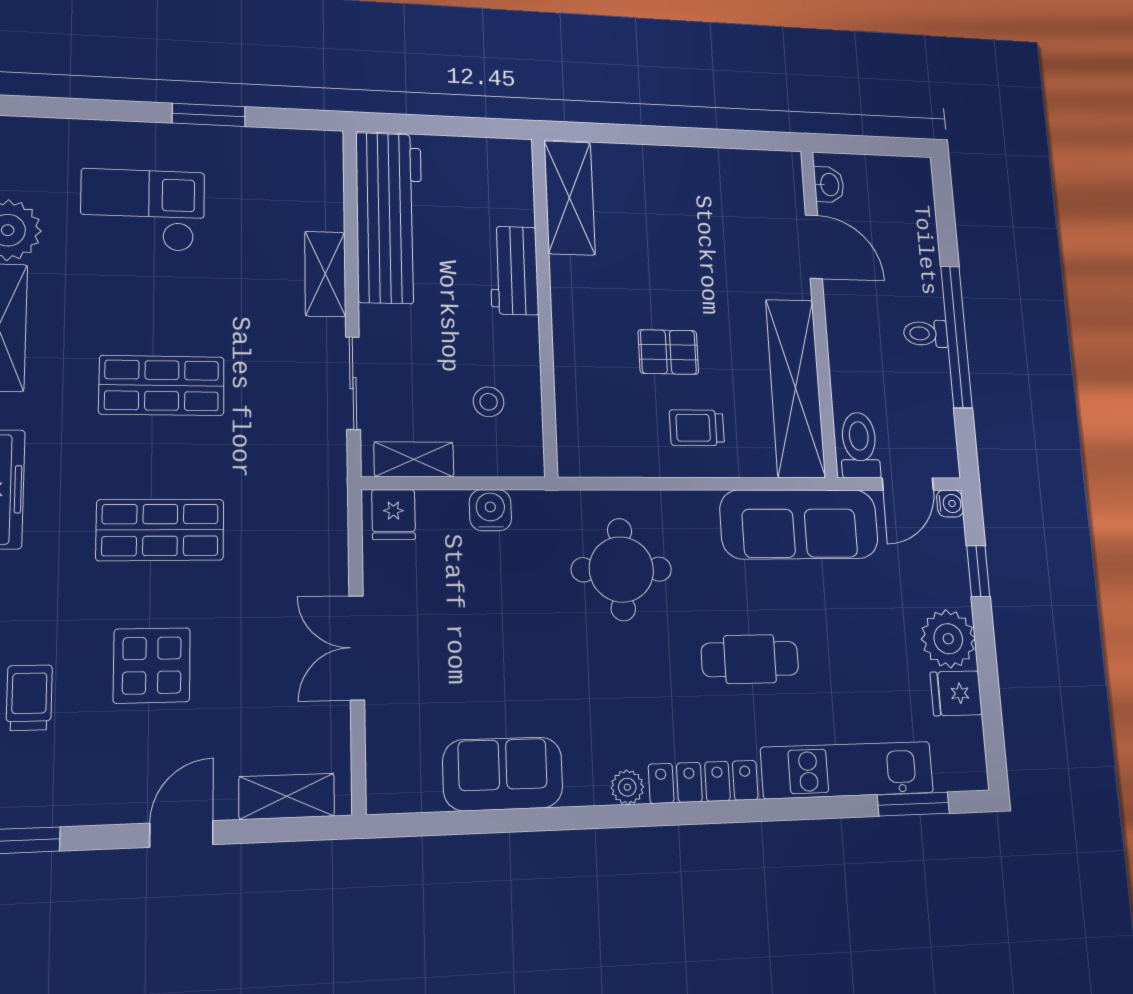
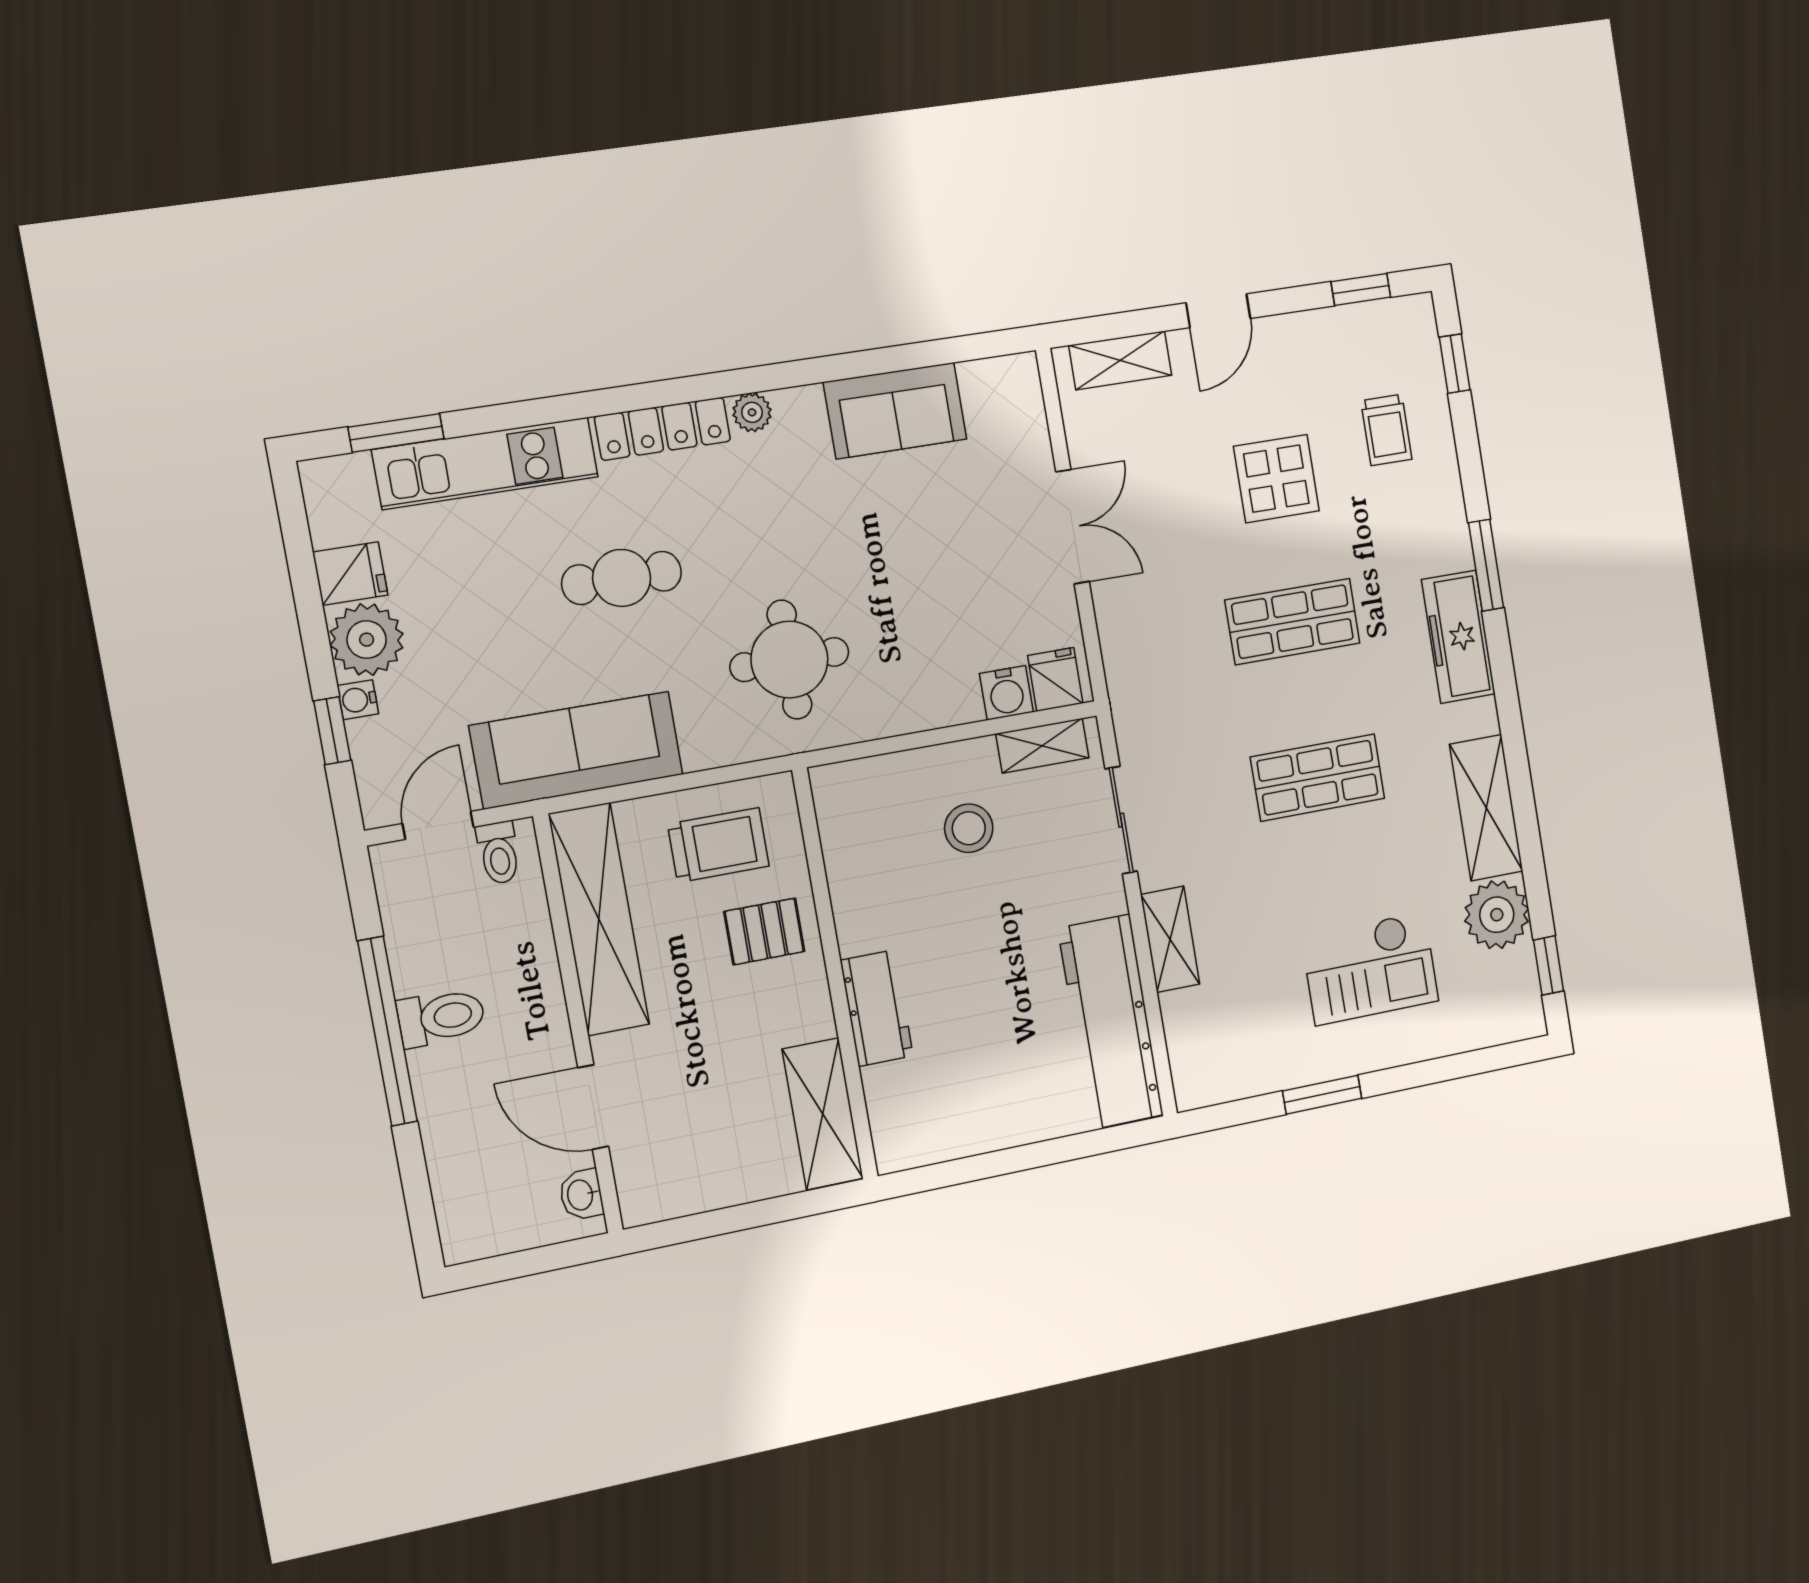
shelving: (570, 198) -> (823, 1114), moved
workbench: (514, 270) -> (877, 1008), moved
wall: (545, 305) -> (835, 974), moved
toilet: (926, 334) -> (441, 1017), width x1.37, depth x1.39
stool: (489, 402) -> (969, 828), width x1.37, depth x1.37
trolley: (697, 428) -> (718, 845), width x1.36, depth x1.39
toilet: (859, 445) -> (499, 853), width x0.73, depth x0.72
water cooler: (950, 504) -> (358, 700), moved
water cooler: (490, 510) -> (1006, 693), moved

